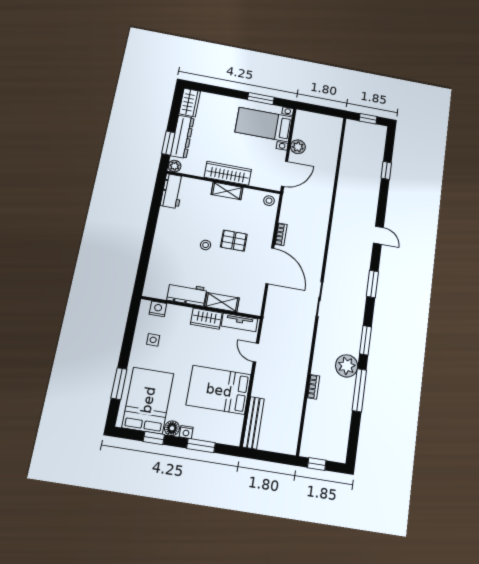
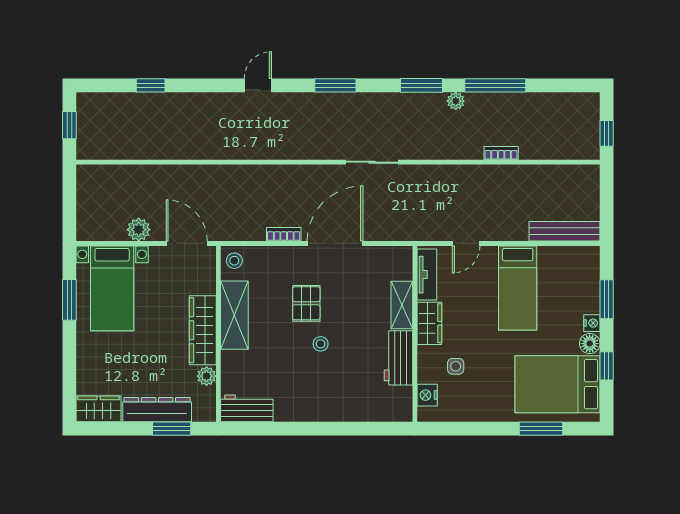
plant: (175, 166) -> (207, 376), moved
shelving: (227, 191) -> (234, 315), width x1.50, depth x1.33
side table: (153, 340) -> (456, 366), moved
plant: (347, 366) -> (456, 101), width x0.53, depth x0.53
bed: (219, 390) -> (518, 288), width x0.67

